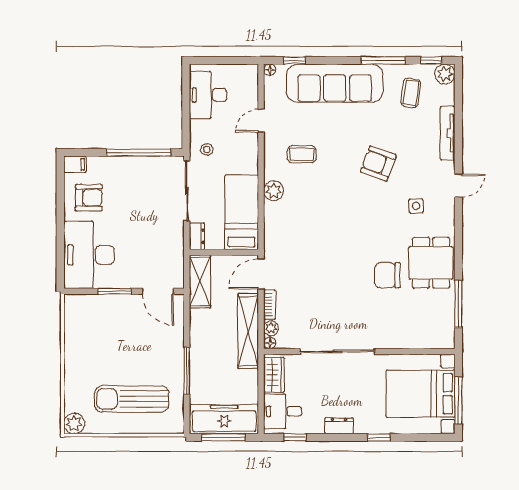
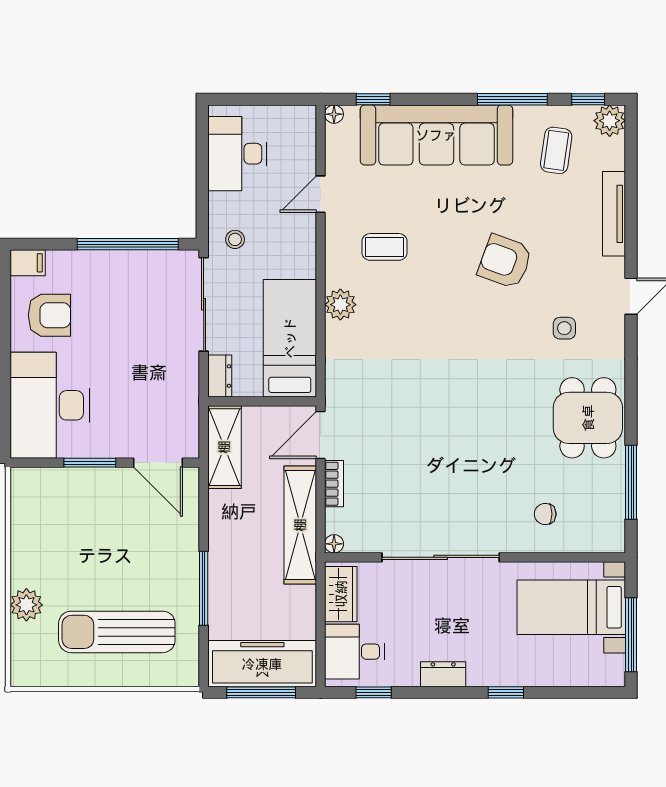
chair: (387, 275) -> (545, 514), moved, width x0.54, depth x0.54
plant: (271, 328) -> (336, 521), removed
bed with nightstands: (420, 394) -> (571, 607), width x0.73
plant: (74, 423) -> (26, 605), moved

